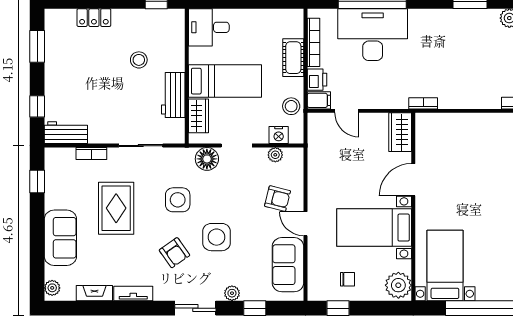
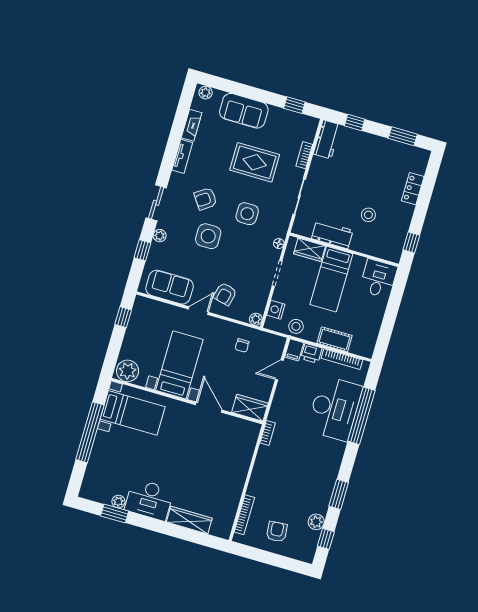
plant: (275, 155) -> (256, 319), moved
floor lamp: (207, 159) -> (279, 244), width x0.53, depth x0.53
chair: (348, 279) -> (242, 345), moved

